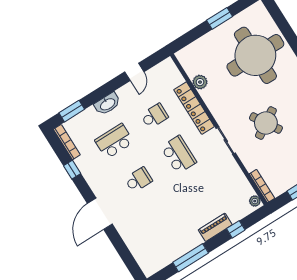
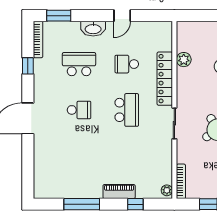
door: (134, 72) -> (122, 16), moved
school desk: (154, 116) -> (127, 64), turned 180

